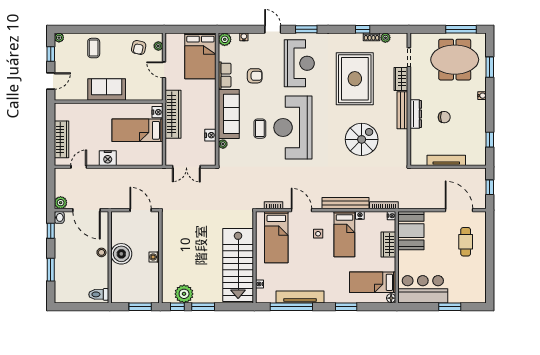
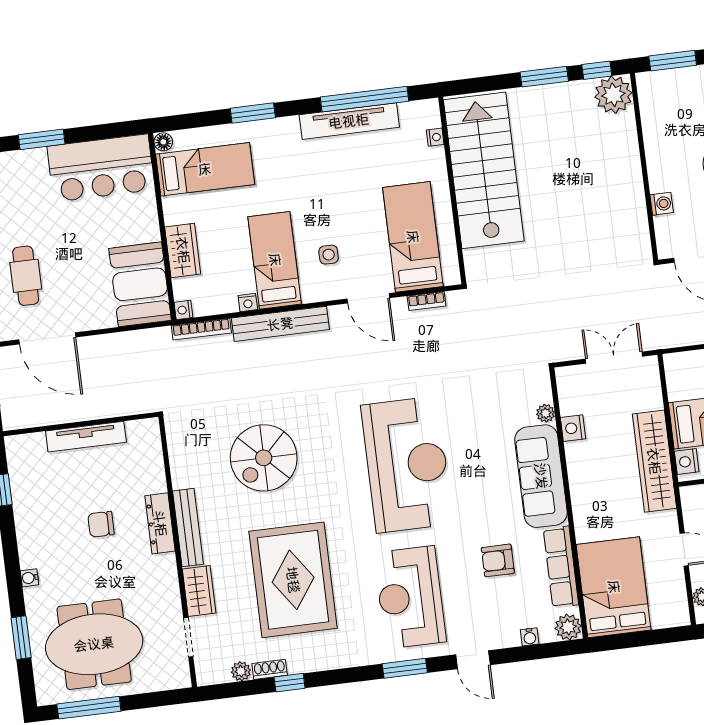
row of seats: (225, 75) -> (561, 567), width x1.48
coffee table: (260, 129) -> (474, 454), removed
washing machine: (154, 257) -> (662, 204), moved
plant: (184, 294) -> (613, 95), moved

